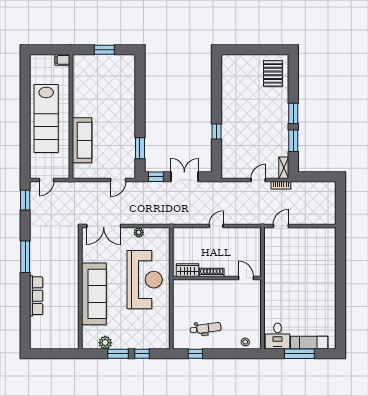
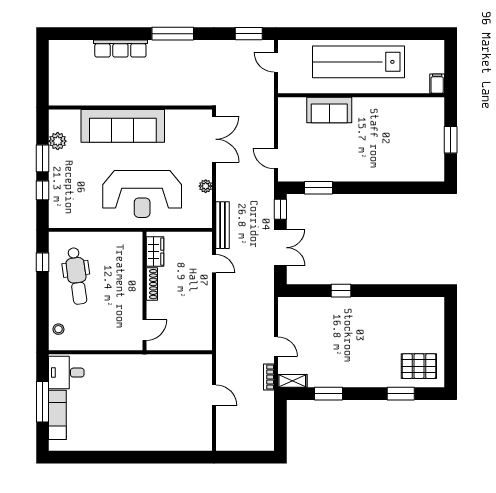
window: (293, 113) -> (401, 394), moved
sofa: (82, 140) -> (329, 110), width x0.73
bench: (168, 220) -> (222, 225), added
double door: (104, 226) -> (214, 139), swing flipped
door: (216, 226) -> (214, 264), moved
door: (281, 226) -> (214, 395), moved
dental chair: (206, 328) -> (77, 276), width x1.36, depth x1.38

